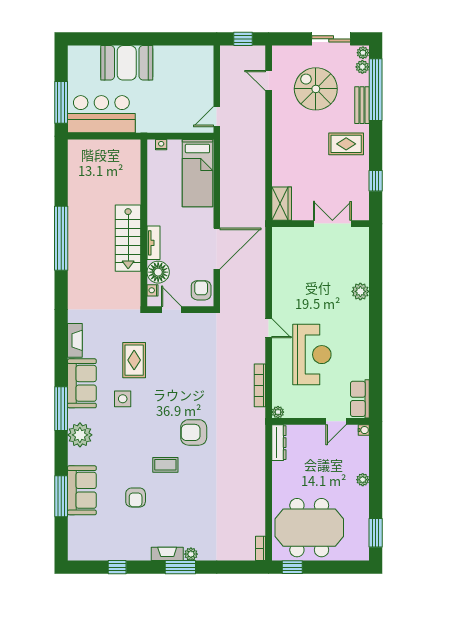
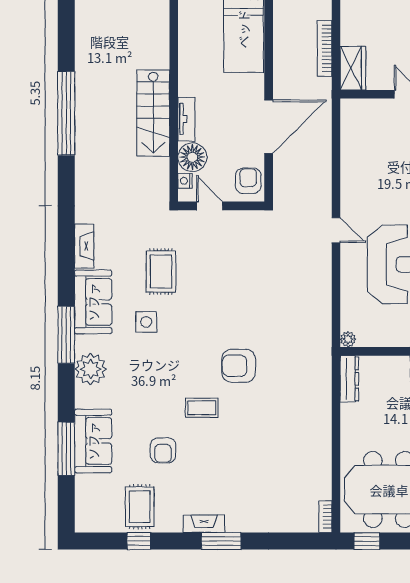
bookcase: (260, 385) -> (325, 48), moved
rug: (118, 541) -> (140, 507), added
plant: (191, 554) -> (235, 524), removed

